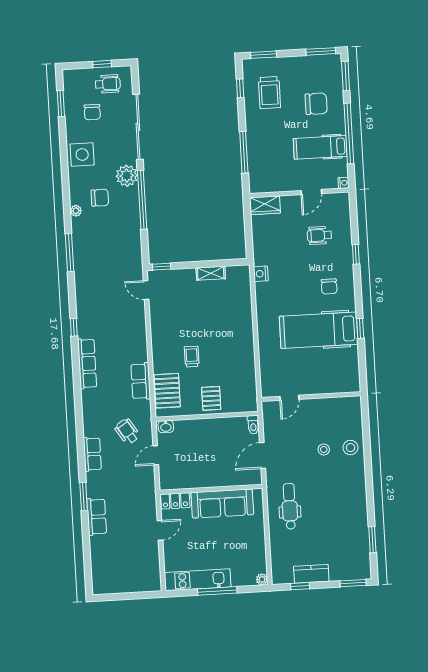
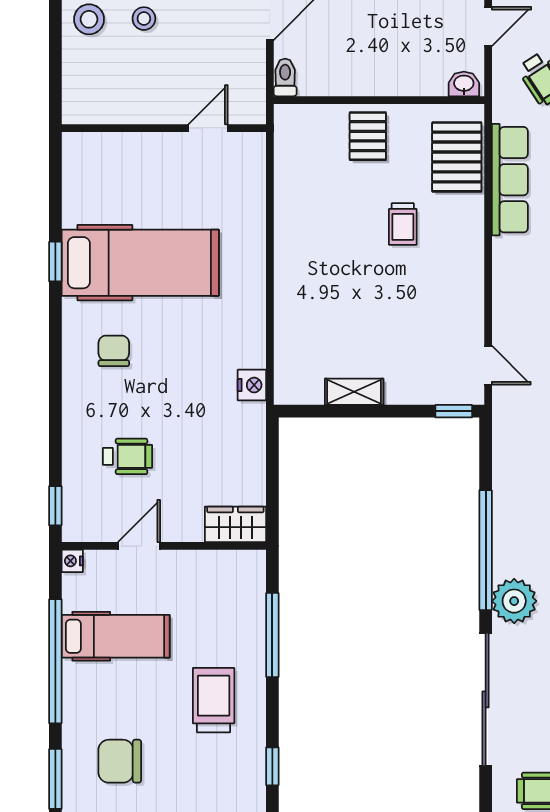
trolley: (269, 93) -> (214, 700), moved
chair: (316, 104) -> (120, 761), moved
window: (356, 254) -> (55, 506), moved
row of seats: (141, 381) -> (510, 180), width x1.48

